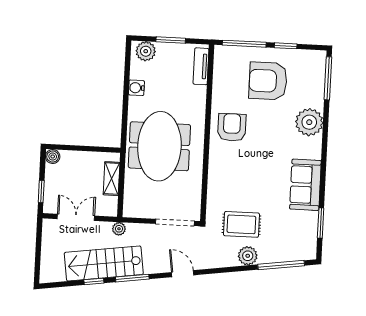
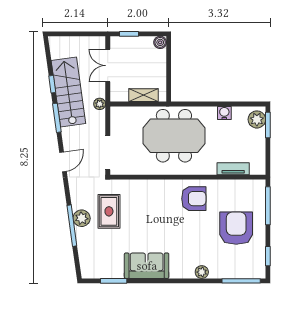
window: (171, 40) -> (268, 125), moved
window: (286, 46) -> (268, 256), moved
tv unit: (201, 66) -> (233, 169), moved
plant: (309, 122) -> (202, 272), width x0.53, depth x0.53
double door: (76, 217) -> (108, 66), swing flipped
window: (281, 265) -> (72, 226), moved

